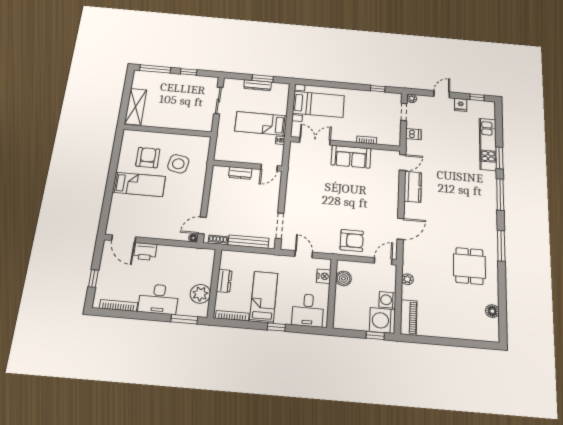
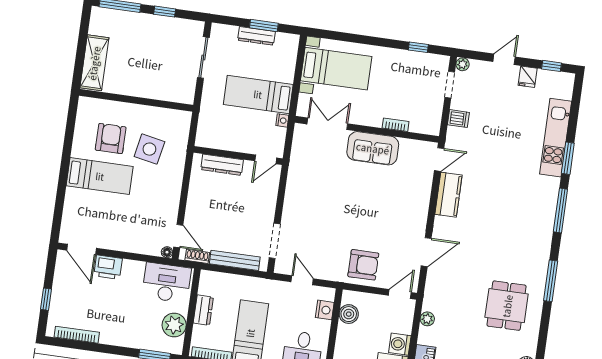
dresser: (240, 173) -> (222, 165), width x1.44
door: (202, 225) -> (178, 236), swing flipped
desk: (159, 299) -> (167, 283), moved, turned 180

